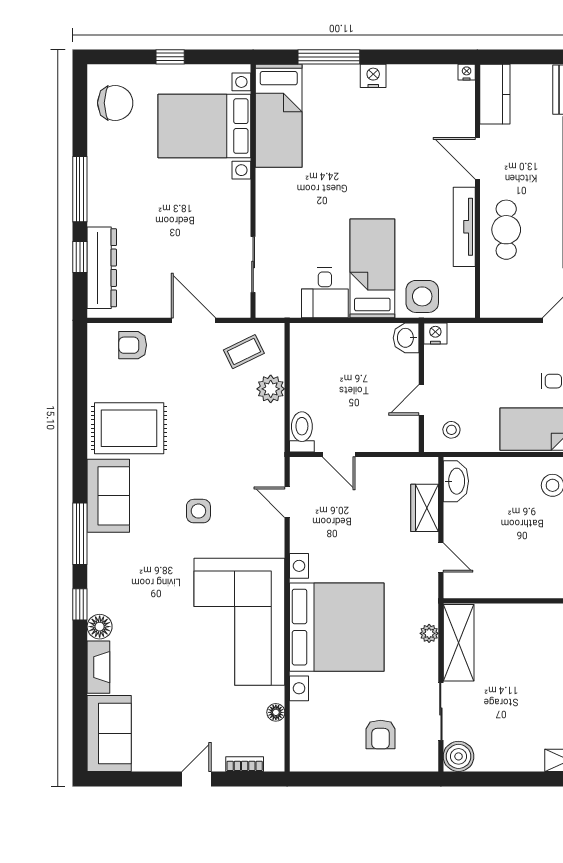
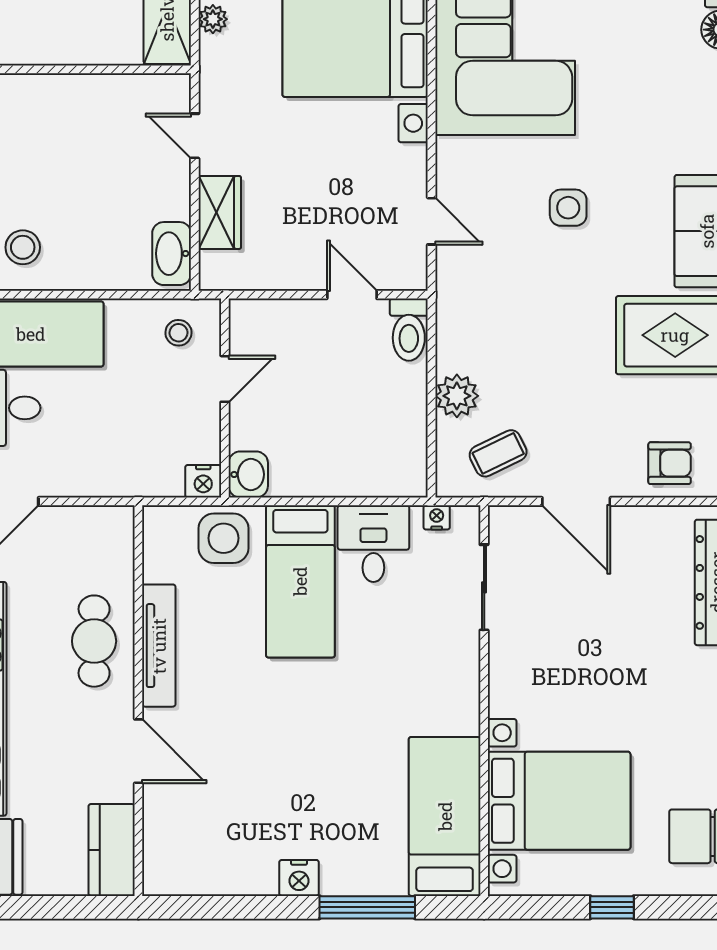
nightstand: (467, 72) -> (437, 517), moved, turned 180

